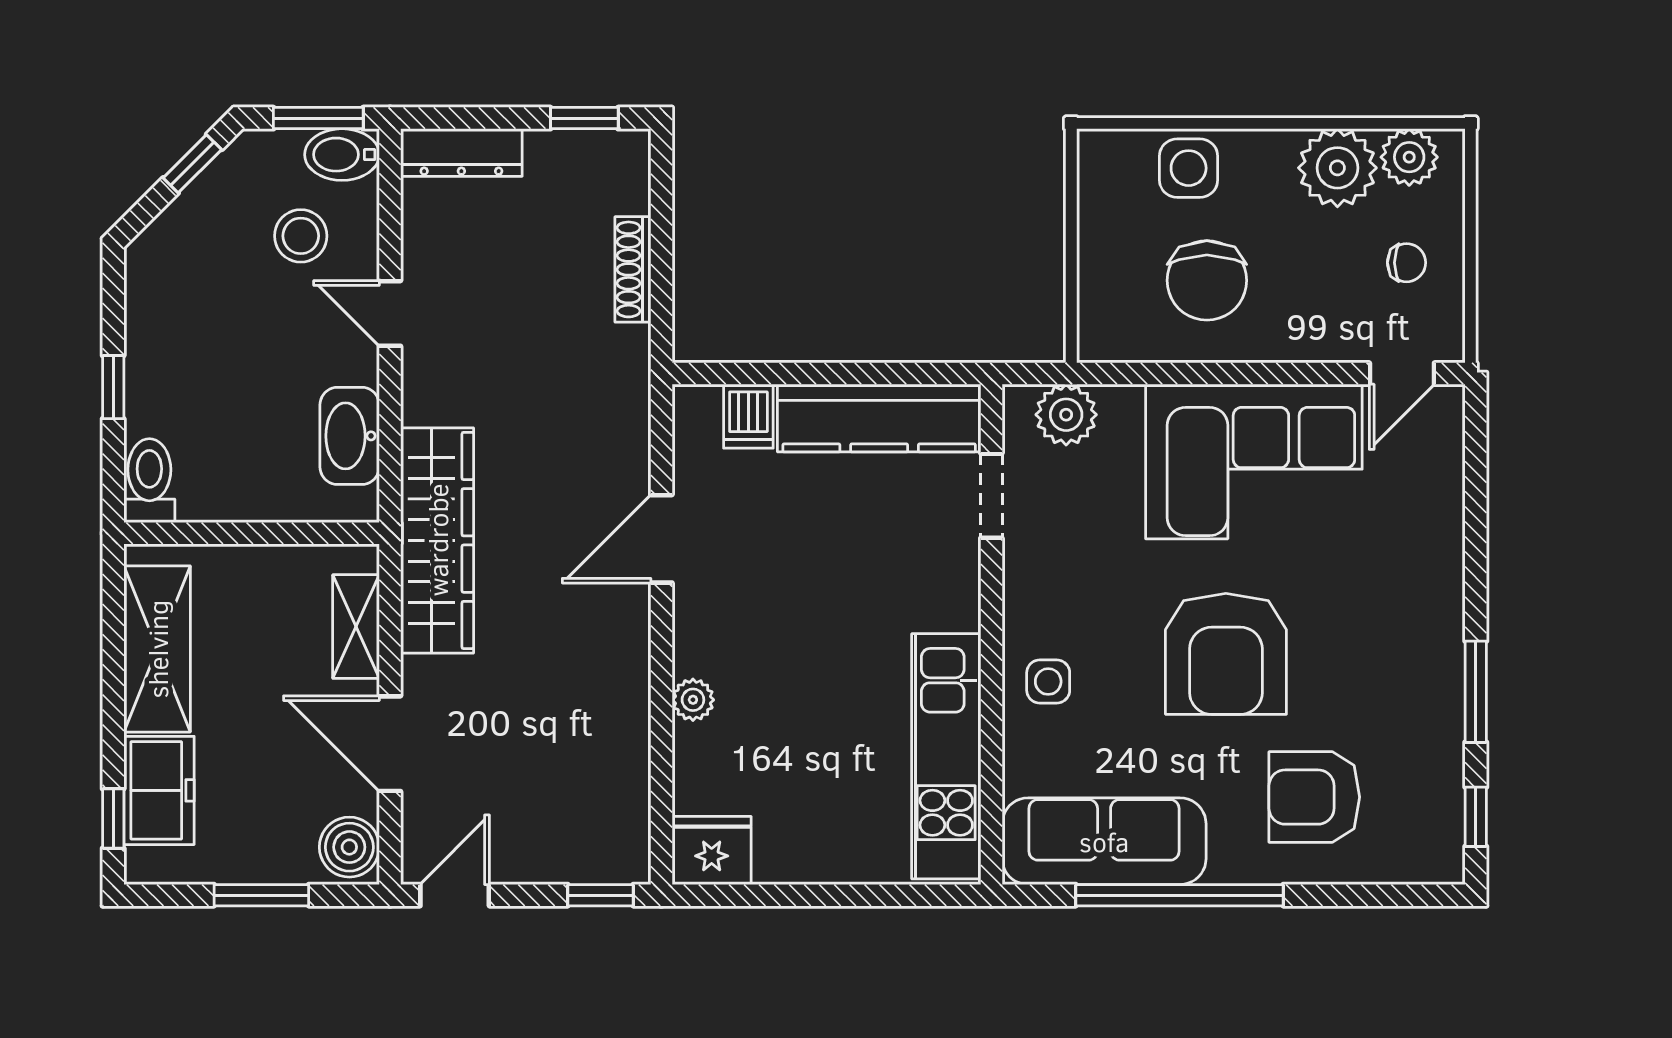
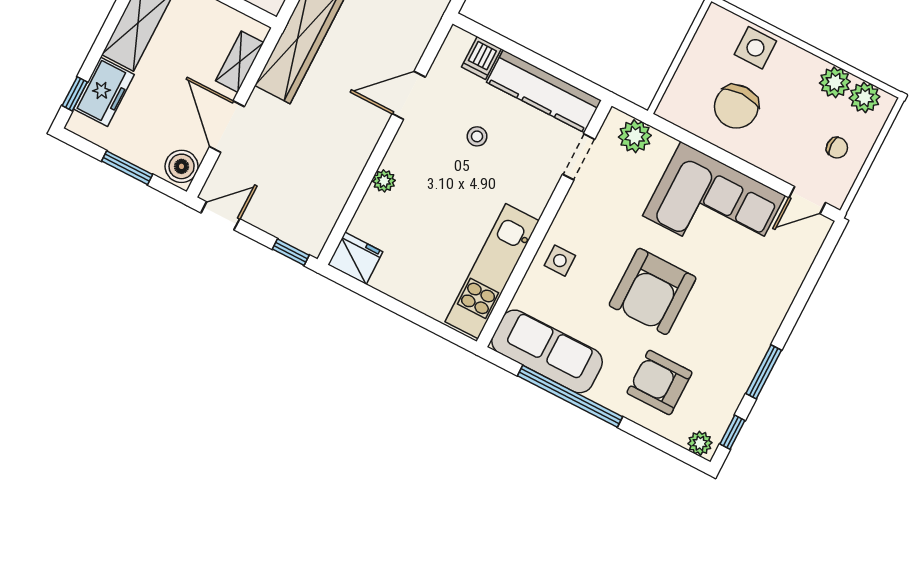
plant: (1337, 168) -> (835, 82), width x0.73, depth x0.73
stool: (808, 548) -> (477, 136), added
plant: (1432, 862) -> (700, 443), added

